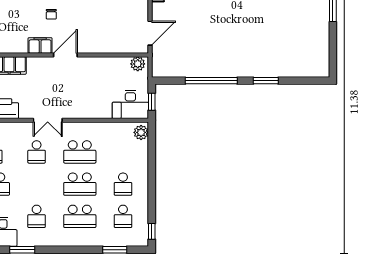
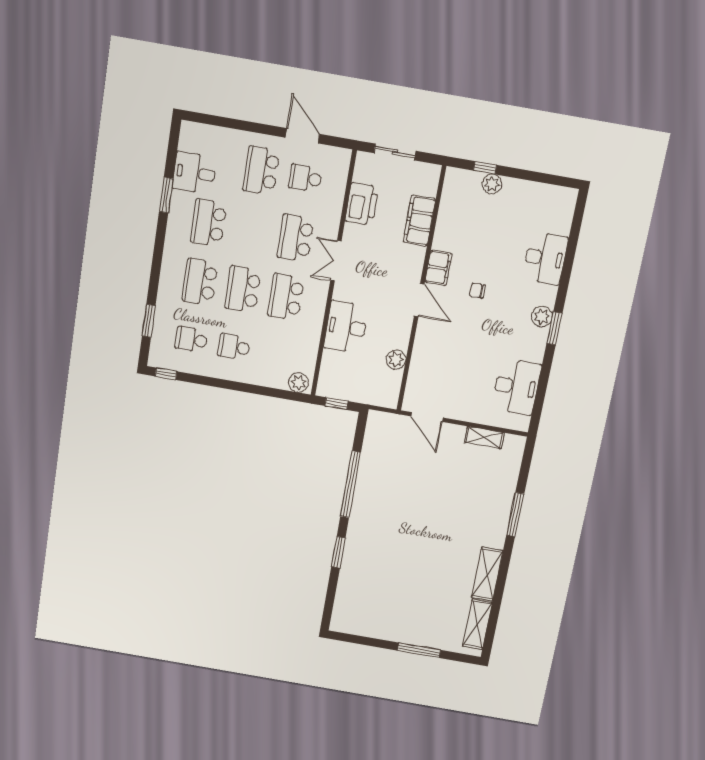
plant: (138, 64) -> (396, 360), moved
desk: (130, 104) -> (346, 327), moved
school desk: (37, 152) -> (296, 238), width x1.85
school desk: (37, 216) -> (209, 223), width x1.85

